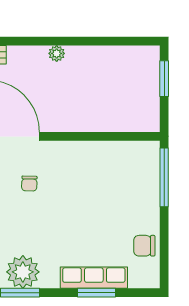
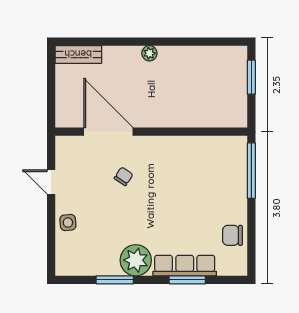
chair: (29, 183) -> (124, 176), turned -148
plant: (23, 272) -> (136, 260), moved

